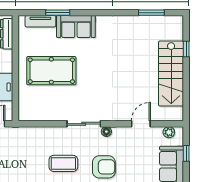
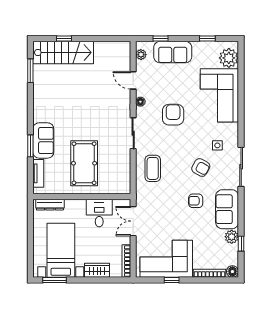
window: (58, 13) -> (30, 146), moved
stairs: (171, 73) -> (63, 52), moved
floor lamp: (106, 132) -> (140, 102), moved
coffee table: (63, 163) -> (153, 168), moved

